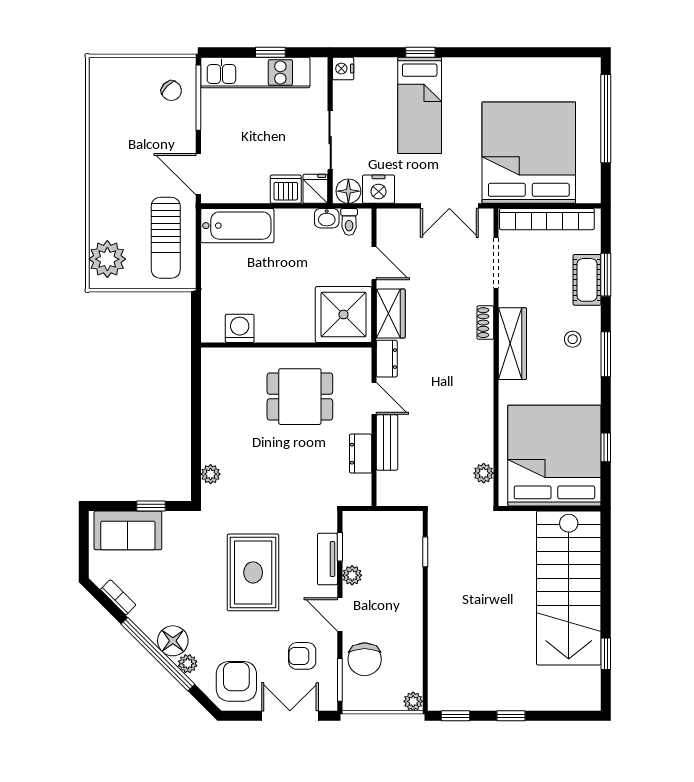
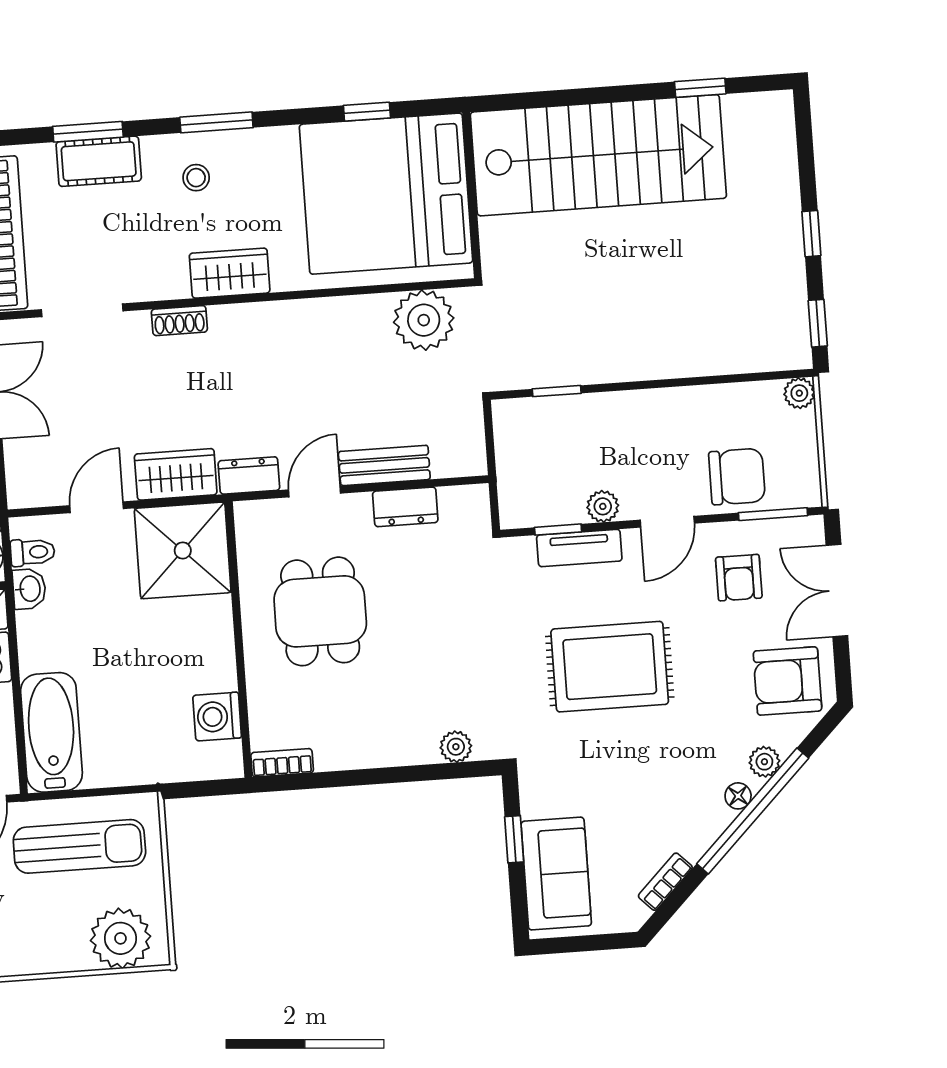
wardrobe: (512, 344) -> (230, 273), width x0.67
bookcase: (208, 366) -> (282, 763), added
plant: (484, 473) -> (424, 320), width x1.88, depth x1.88
floor lamp: (173, 641) -> (738, 796), width x0.53, depth x0.53

